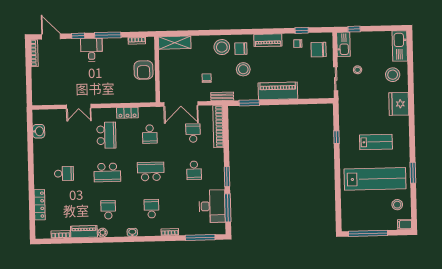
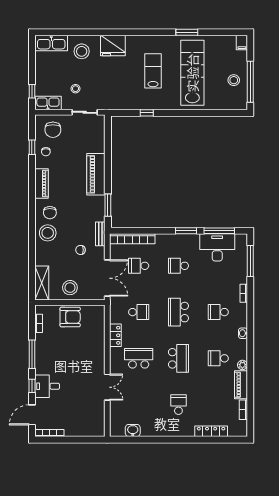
desk: (91, 50) -> (47, 386), moved
stool: (243, 69) -> (70, 288), moved
school desk: (194, 170) -> (178, 266), turned 180
stool: (397, 205) -> (234, 80), moved

